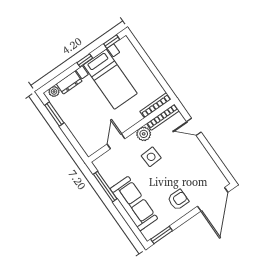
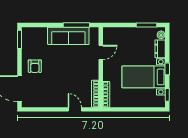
door: (194, 127) -> (75, 109), hinge flipped
plant: (144, 134) -> (93, 74), removed
door: (116, 141) -> (101, 52), hinge flipped
side table: (151, 157) -> (75, 68), removed
sofa: (134, 204) -> (68, 36), moved

